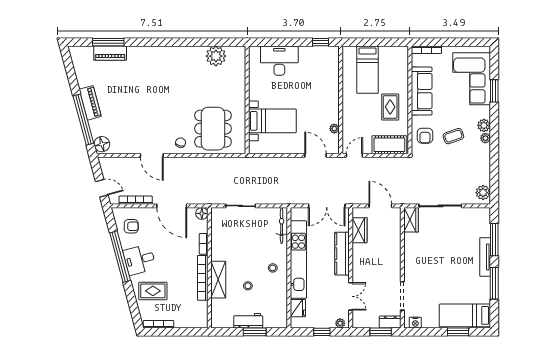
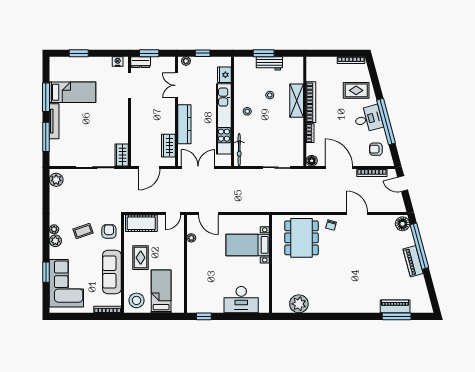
stool: (395, 60) -> (137, 300), added
door: (380, 206) -> (149, 168), hinge flipped
bed: (465, 315) -> (73, 92), moved

